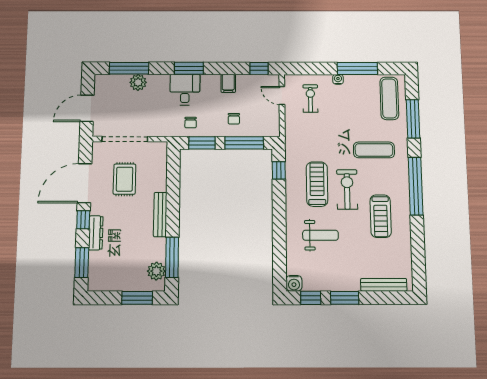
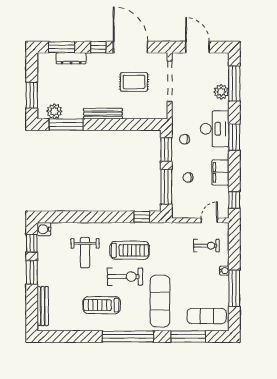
filing cabinet: (228, 83) -> (220, 172), width x2.00
desk: (185, 90) -> (215, 129), width x1.37
exercise mat: (374, 150) -> (160, 301), width x1.36, depth x1.45
dresser: (96, 233) -> (71, 58), moved

